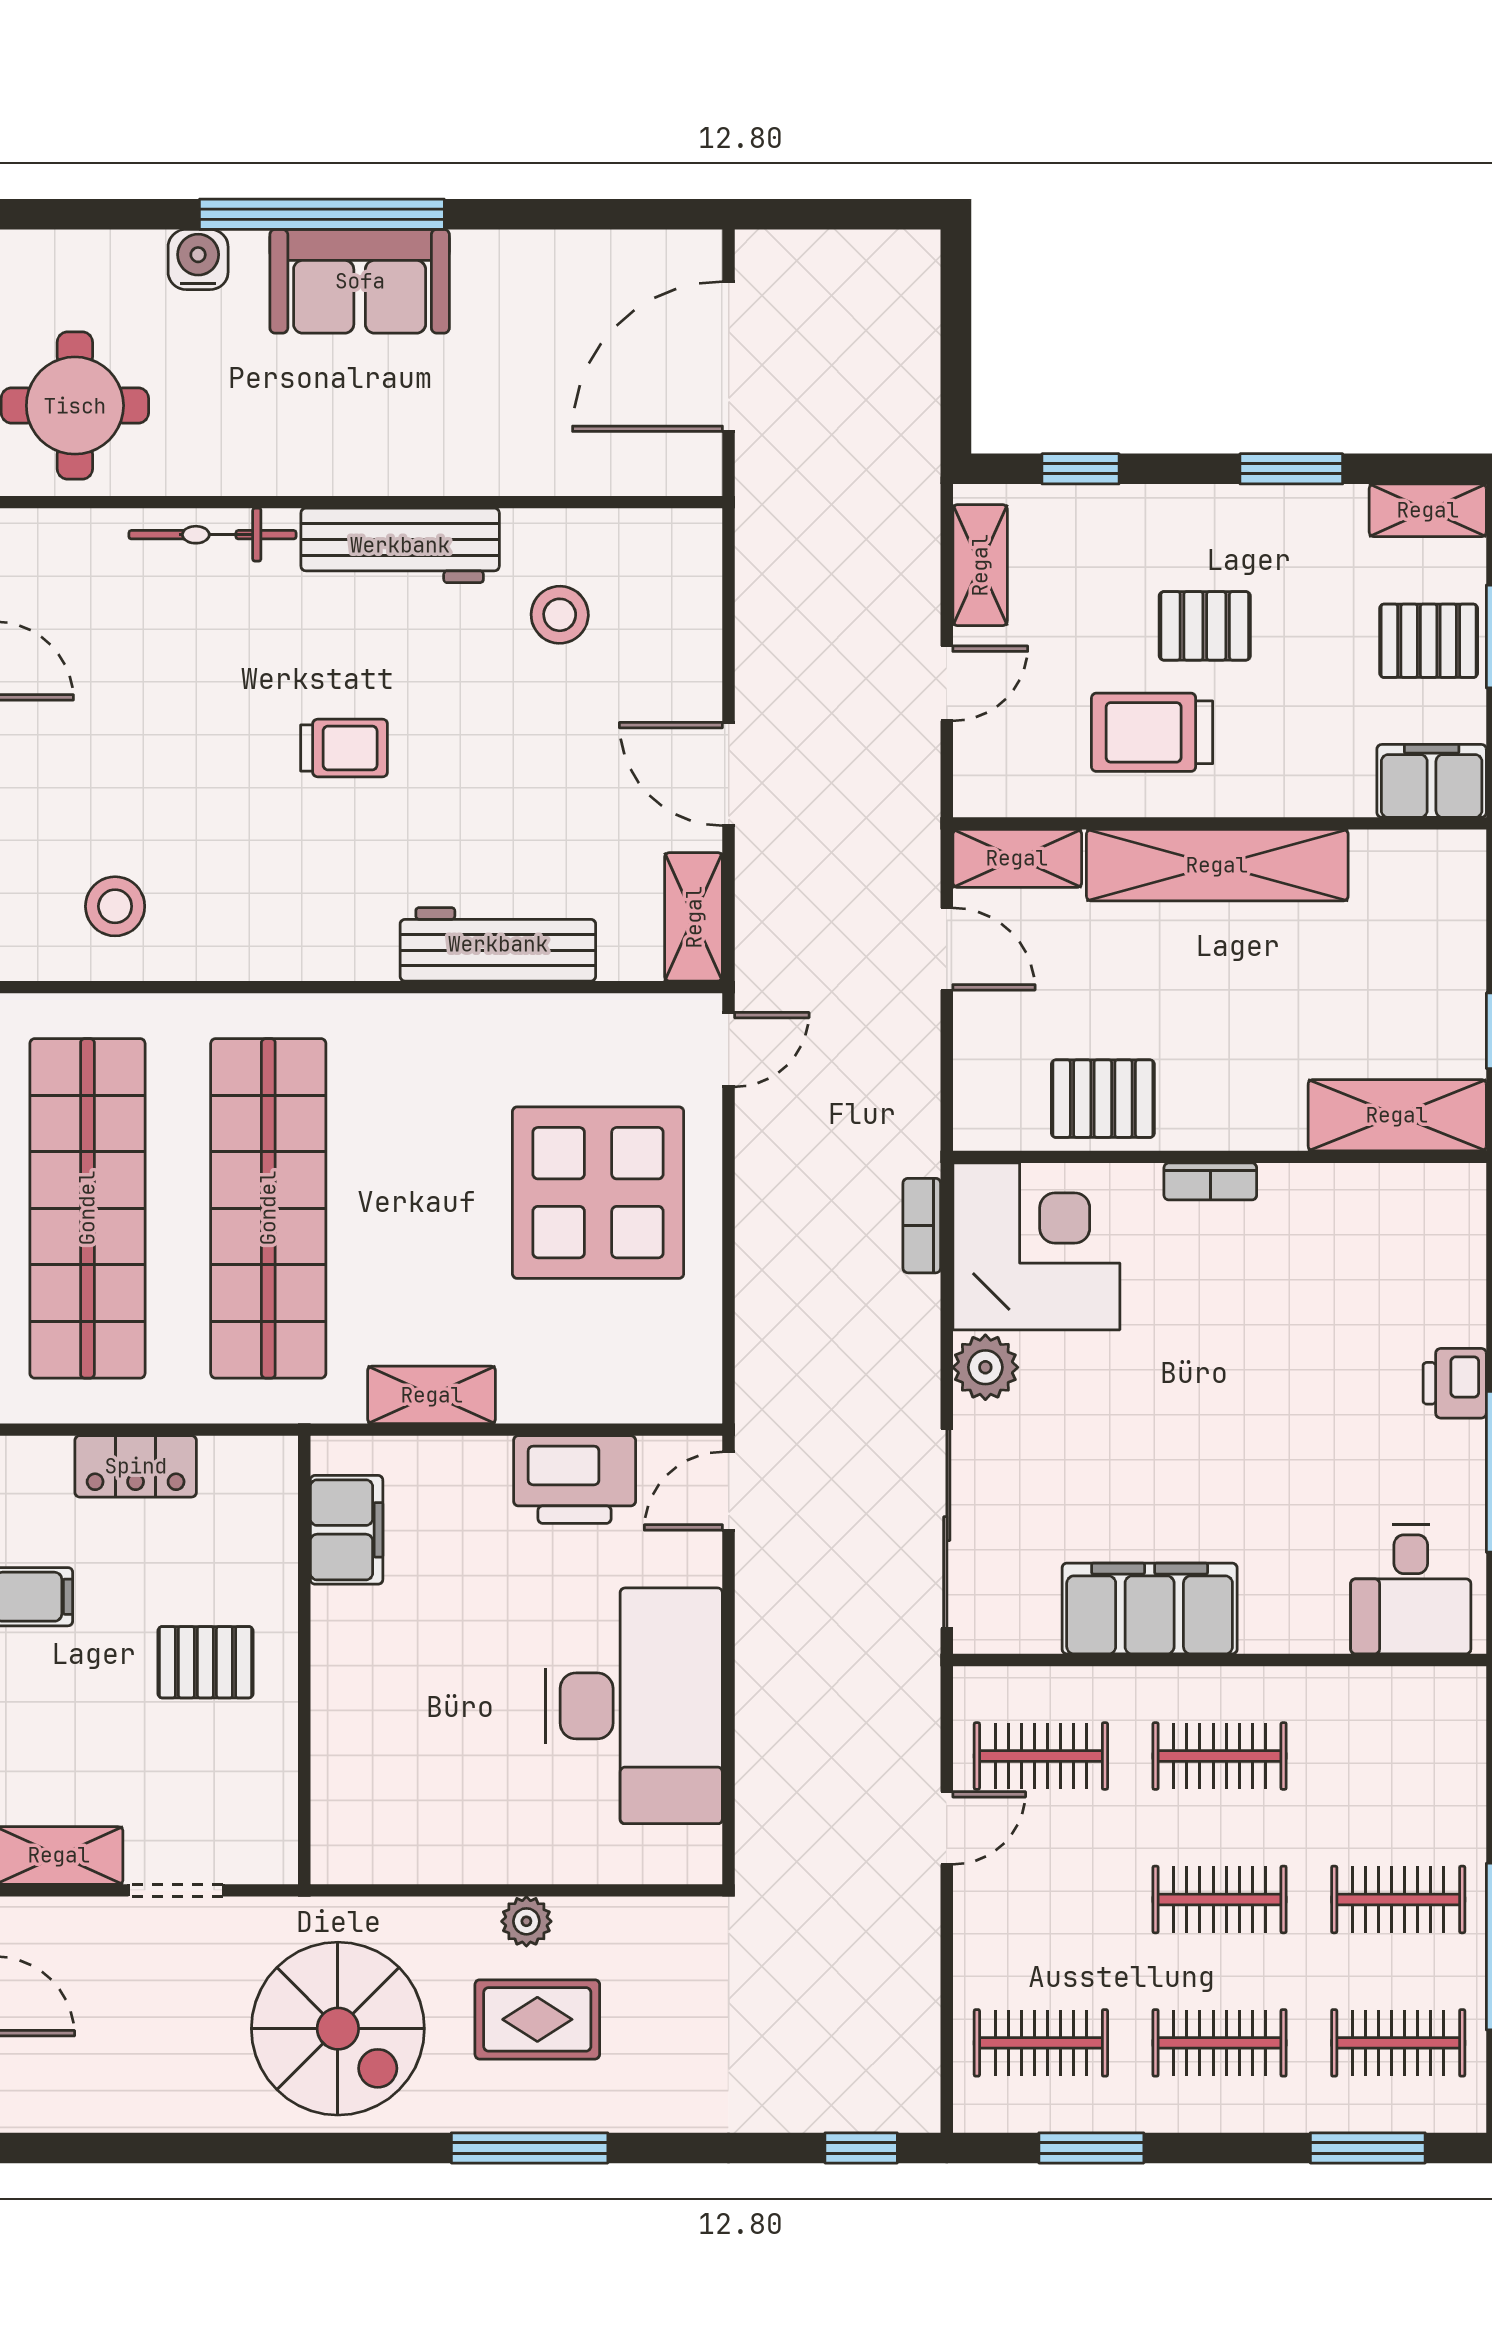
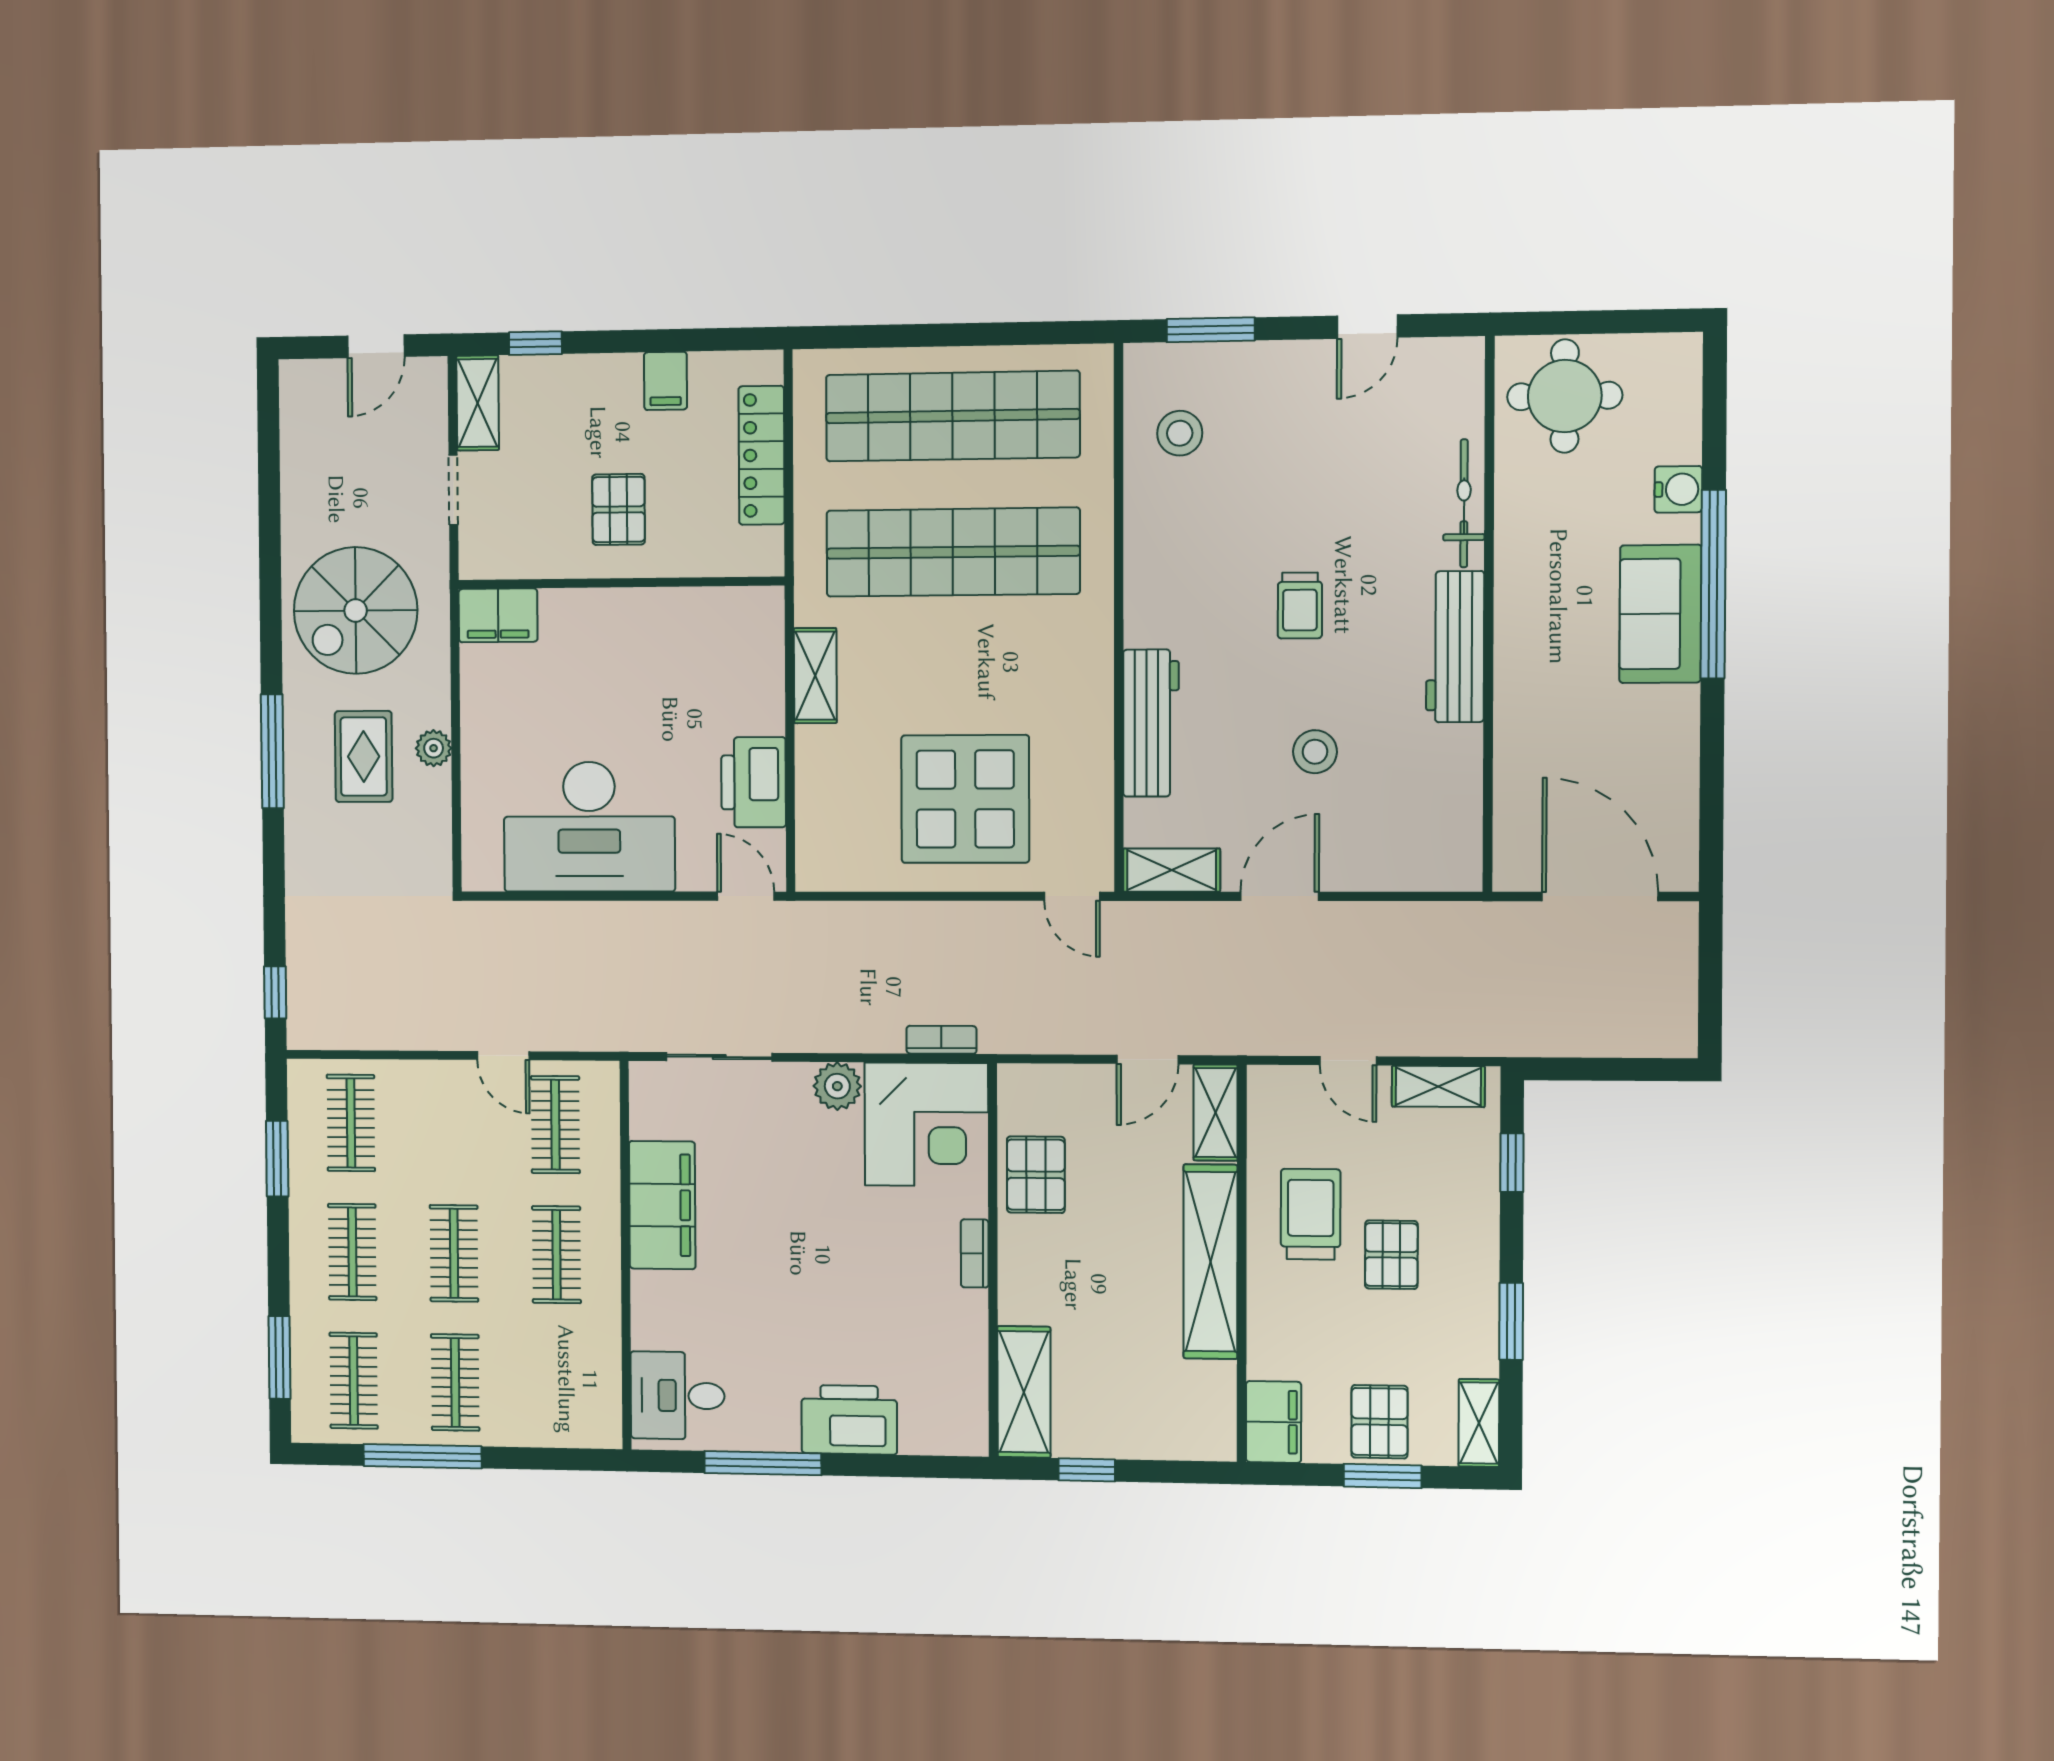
stool: (560, 615) -> (1315, 752), moved
printer: (1455, 1383) -> (849, 1420), width x1.87, depth x1.48
locker: (136, 1466) -> (761, 455), width x1.53
sliding door: (947, 1529) -> (719, 1057), width x0.73
filing cabinet: (347, 1530) -> (498, 615), moved

